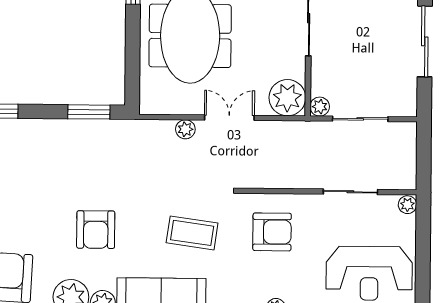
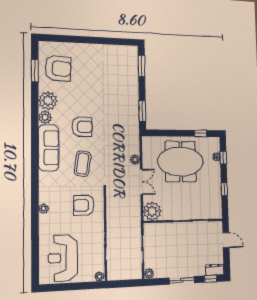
sliding door: (425, 41) -> (182, 280), width x0.73
plant: (320, 107) -> (149, 274), moved
armchair: (96, 230) -> (82, 127), moved, turned 180
armchair: (272, 232) -> (84, 205), turned 90

